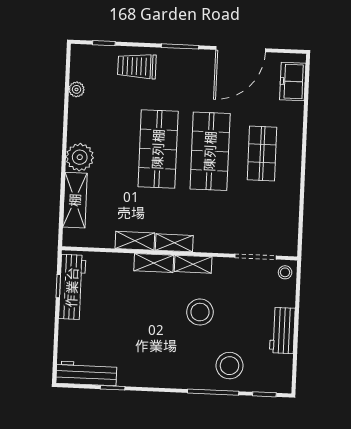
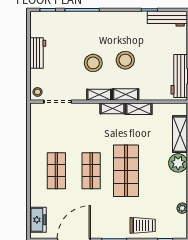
shop shelf: (210, 151) -> (91, 171), width x0.70, depth x0.74
stool: (230, 366) -> (125, 60), moved

